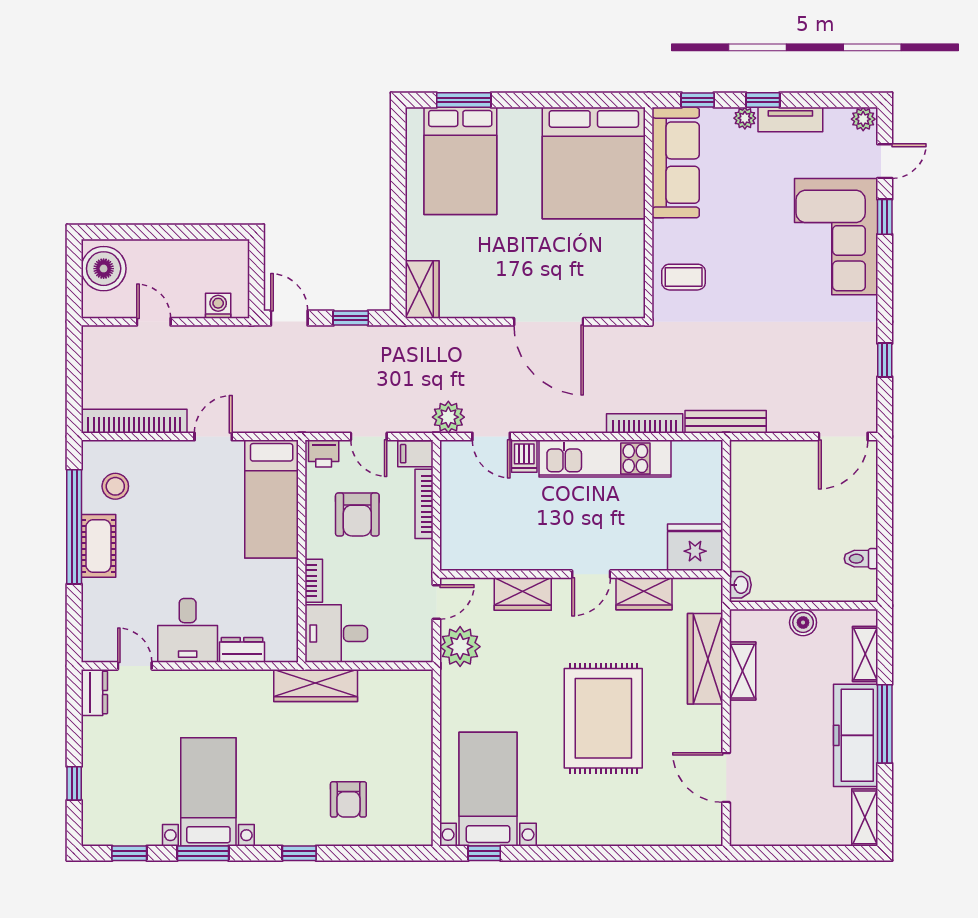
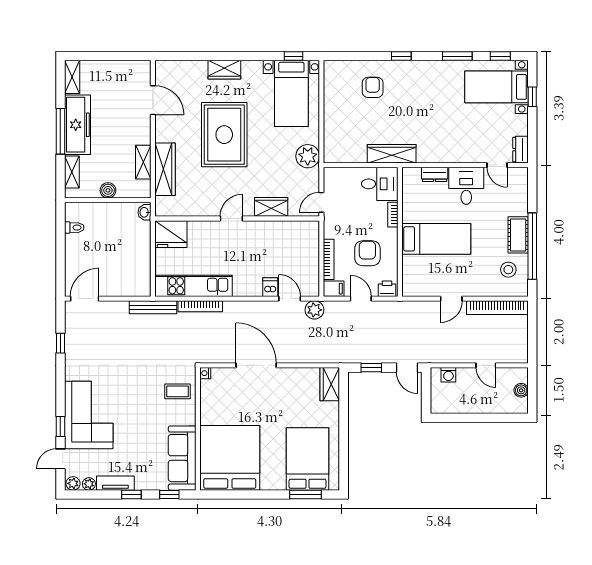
plant: (745, 118) -> (89, 484), moved
boiler: (104, 269) -> (521, 390), width x0.54, depth x0.54
nightstand: (636, 308) -> (205, 373), added
kitchen unit: (605, 458) -> (194, 286), moved
bed: (272, 499) -> (436, 239), moved, turned 90
wardrobe: (644, 594) -> (224, 70), moved, turned 180
plant: (460, 647) -> (308, 156), moved
bed with nightstands: (208, 792) -> (497, 87), moved, turned 90

